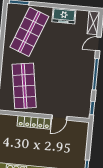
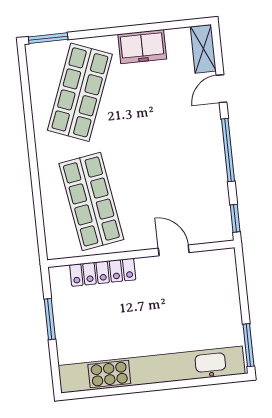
door: (59, 118) -> (174, 250), swing flipped
locker: (34, 122) -> (103, 272), moved

